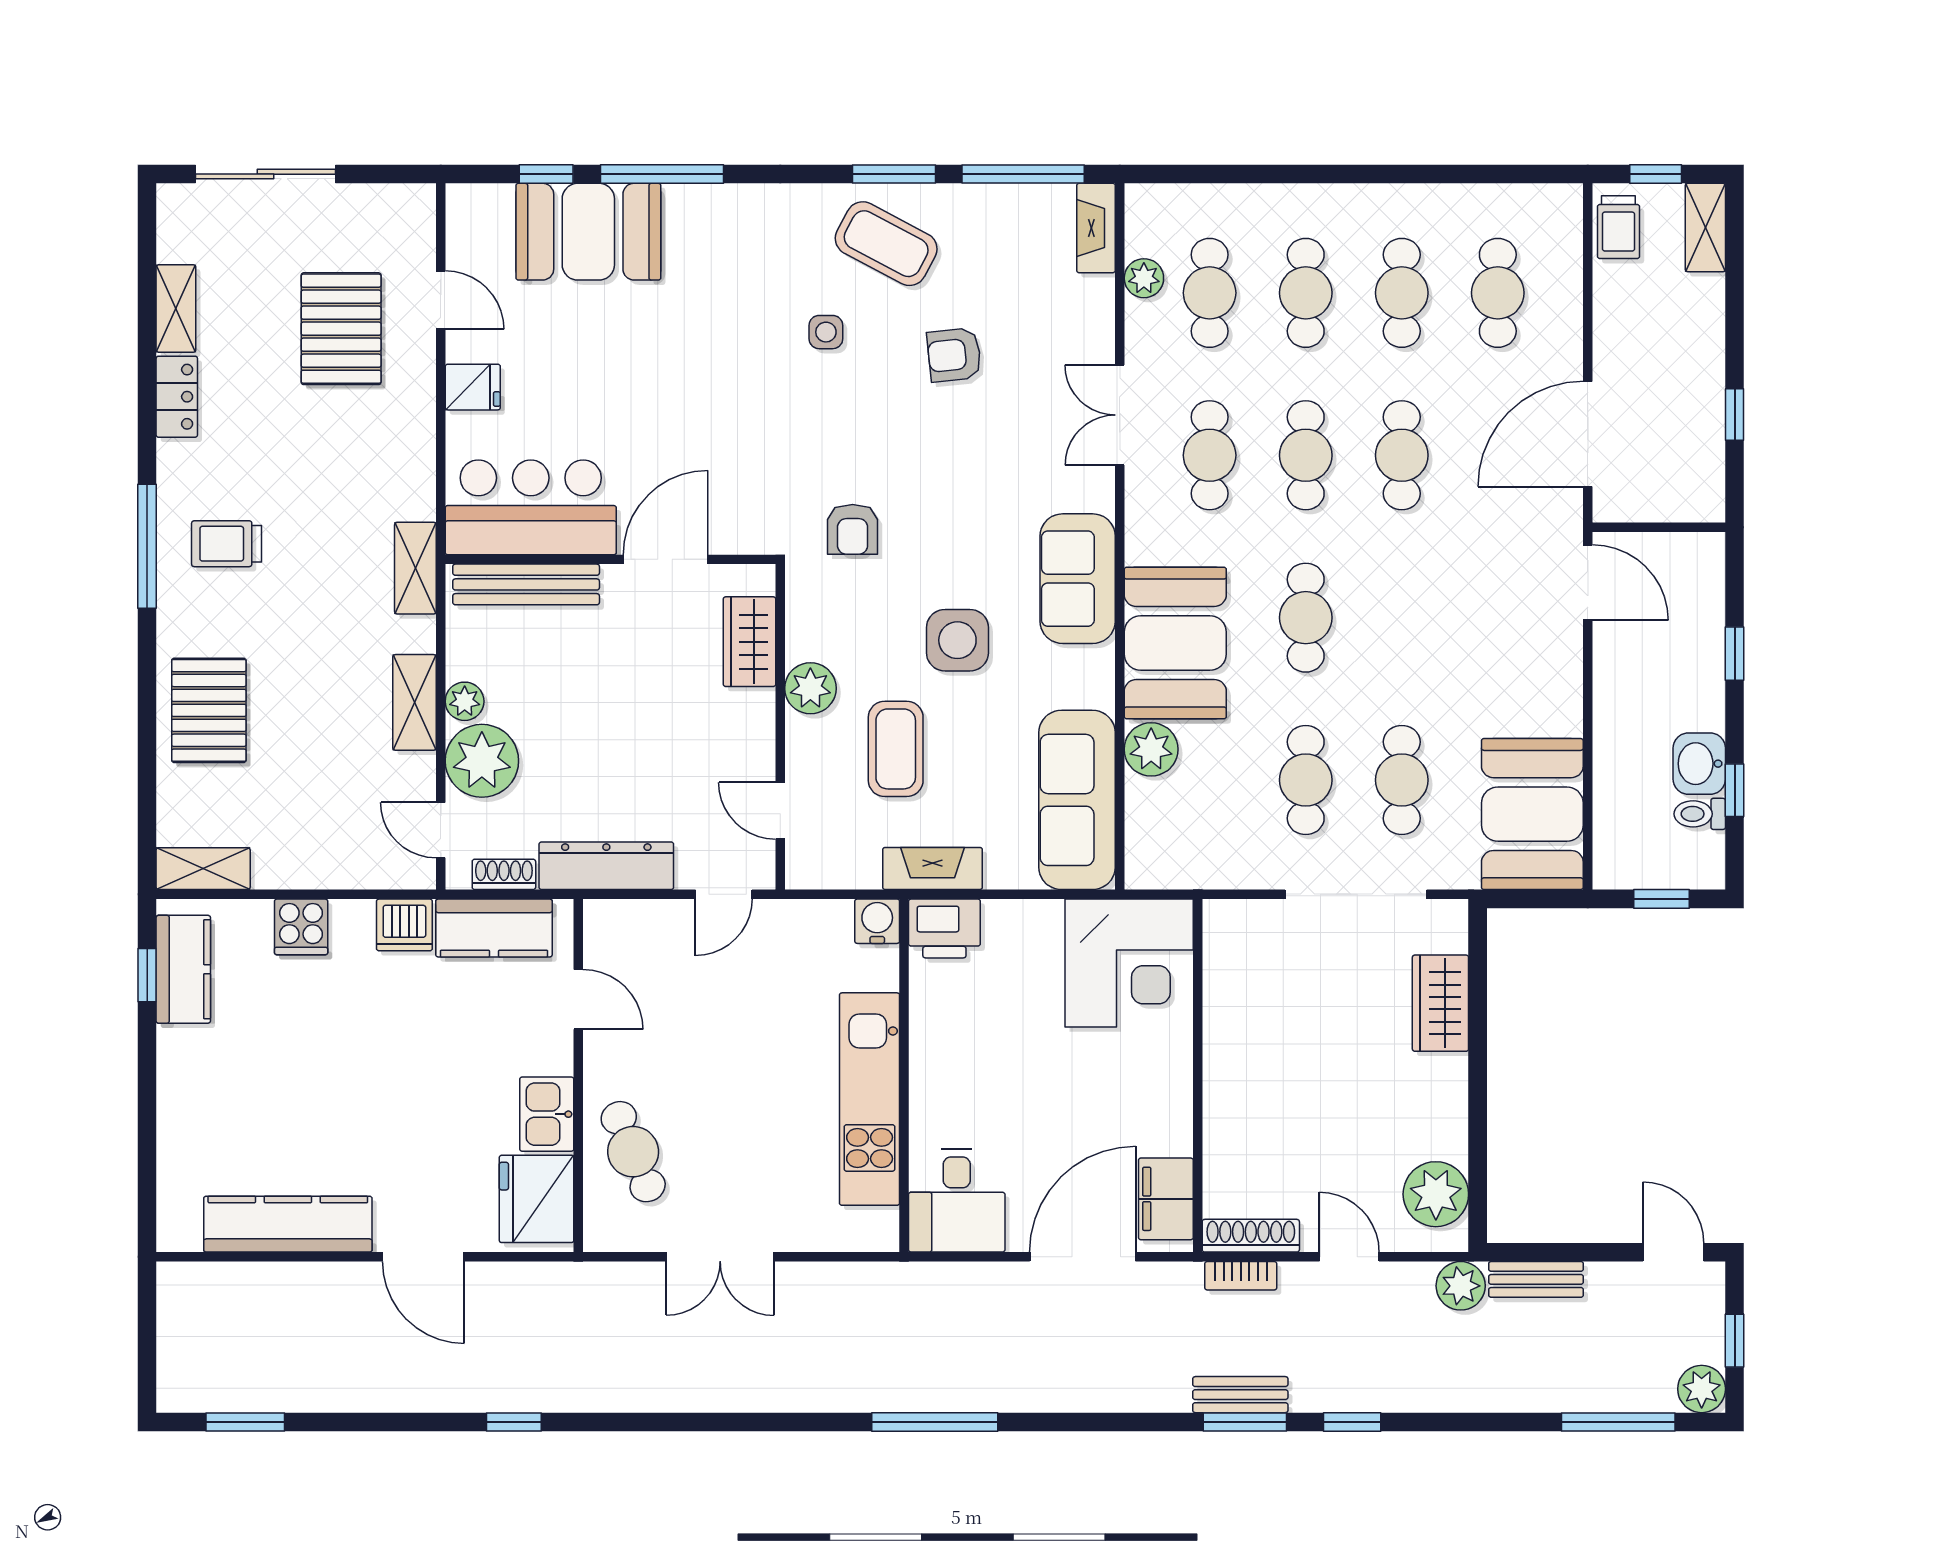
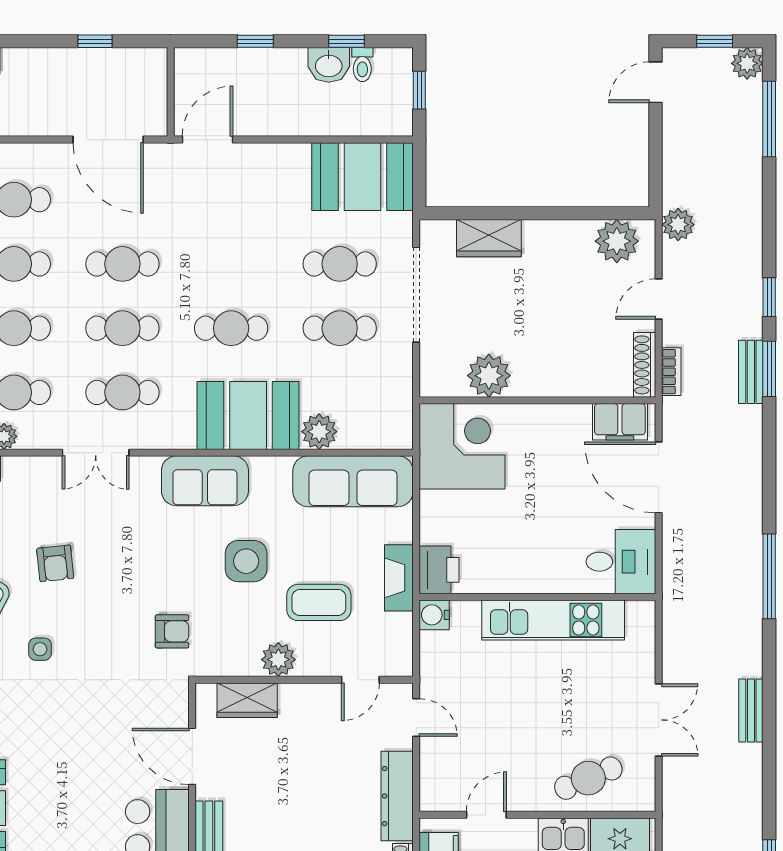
plant: (1235, 1003) -> (489, 376), added
bench: (1536, 1279) -> (751, 711), moved

